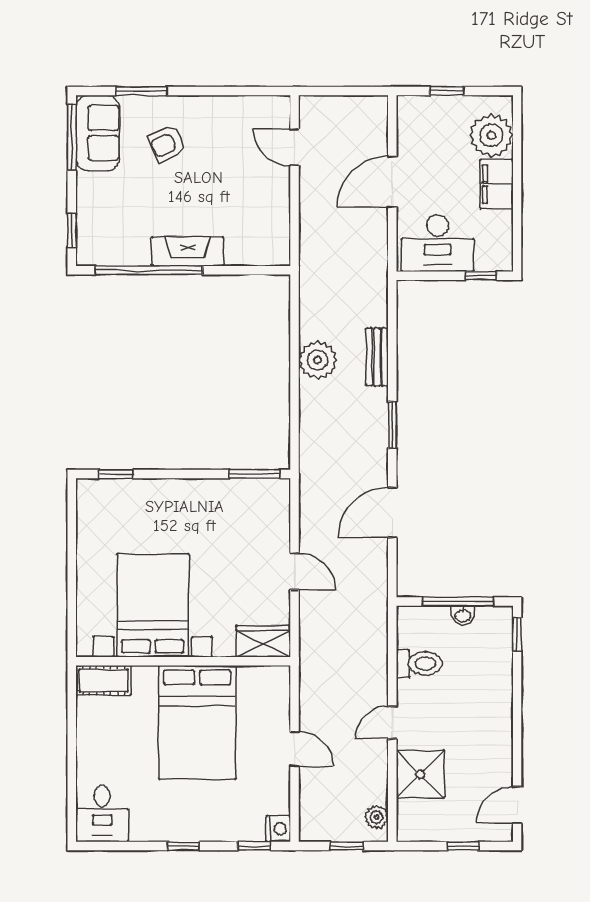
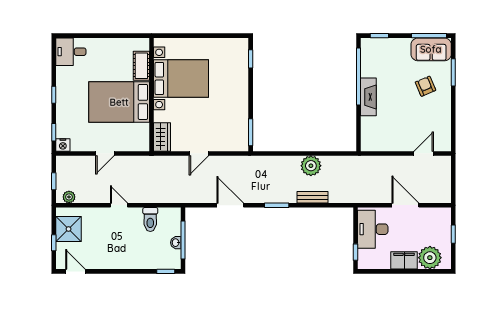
cot: (103, 680) -> (141, 66), moved
shower: (420, 774) -> (69, 229), moved

